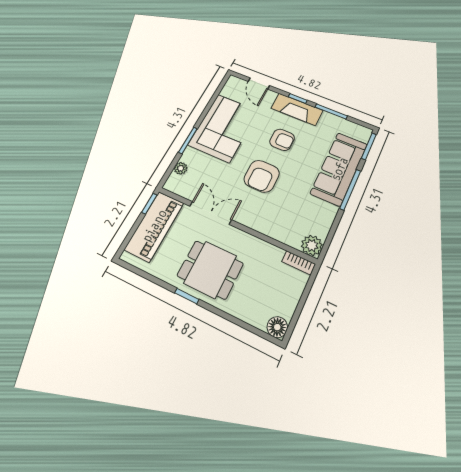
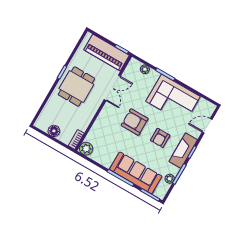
plant: (340, 123) -> (170, 179), added
floor lamp: (277, 327) -> (54, 131), moved

